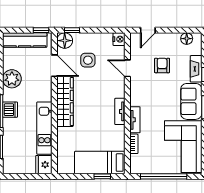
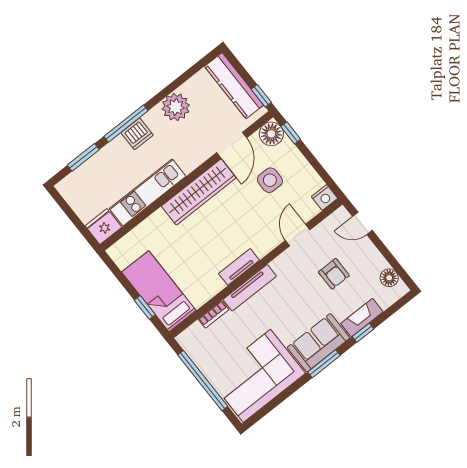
armchair: (162, 65) -> (334, 274), turned 90
tv unit: (135, 120) -> (250, 288), width x1.41

